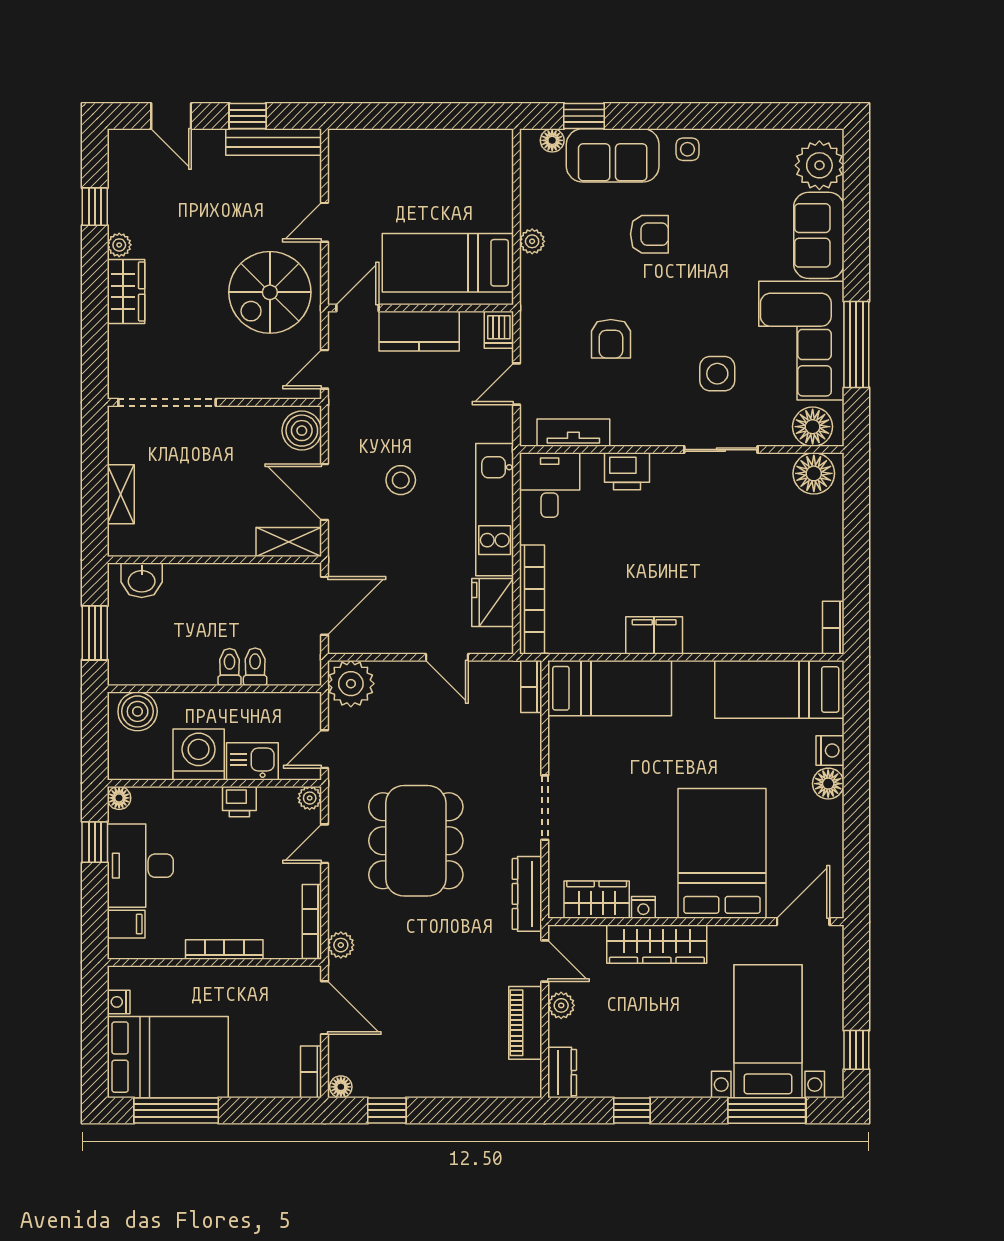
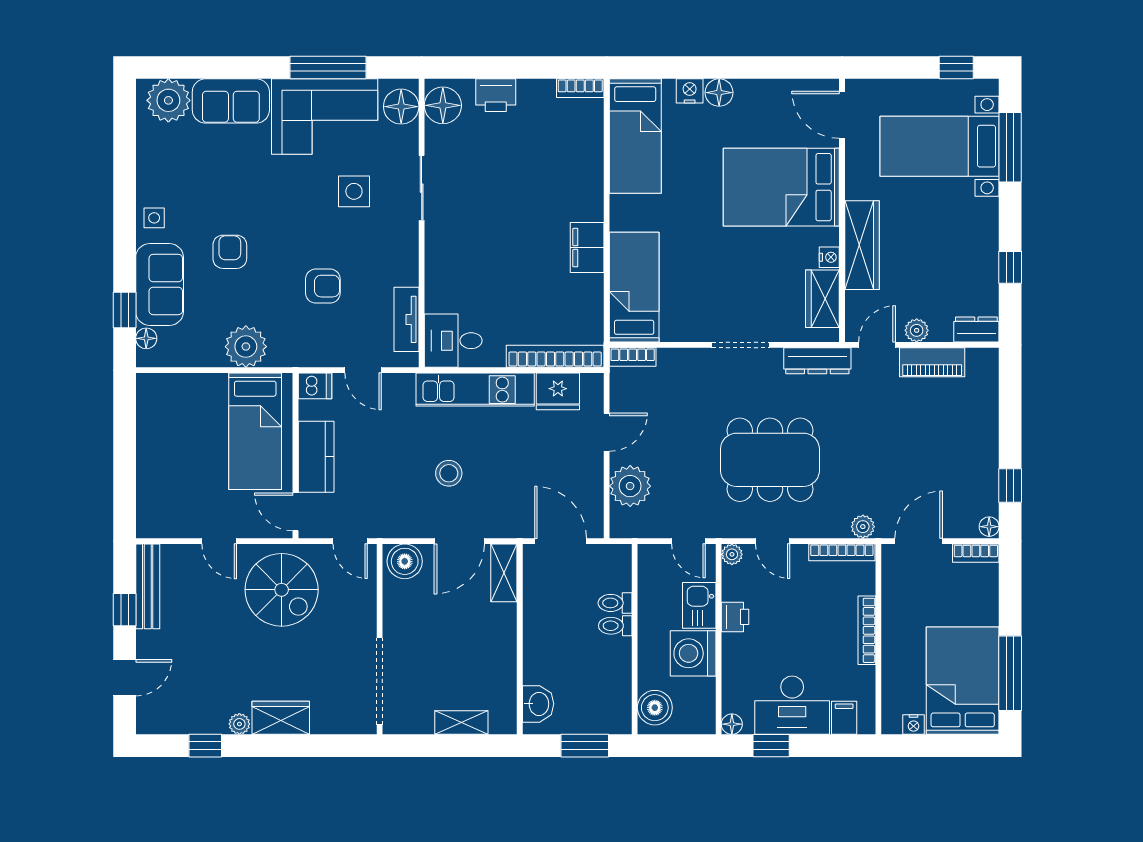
plant: (532, 241) -> (246, 347), width x1.88, depth x1.88
printer: (627, 471) -> (496, 95), moved, turned 90
plant: (351, 684) -> (630, 486), moved

